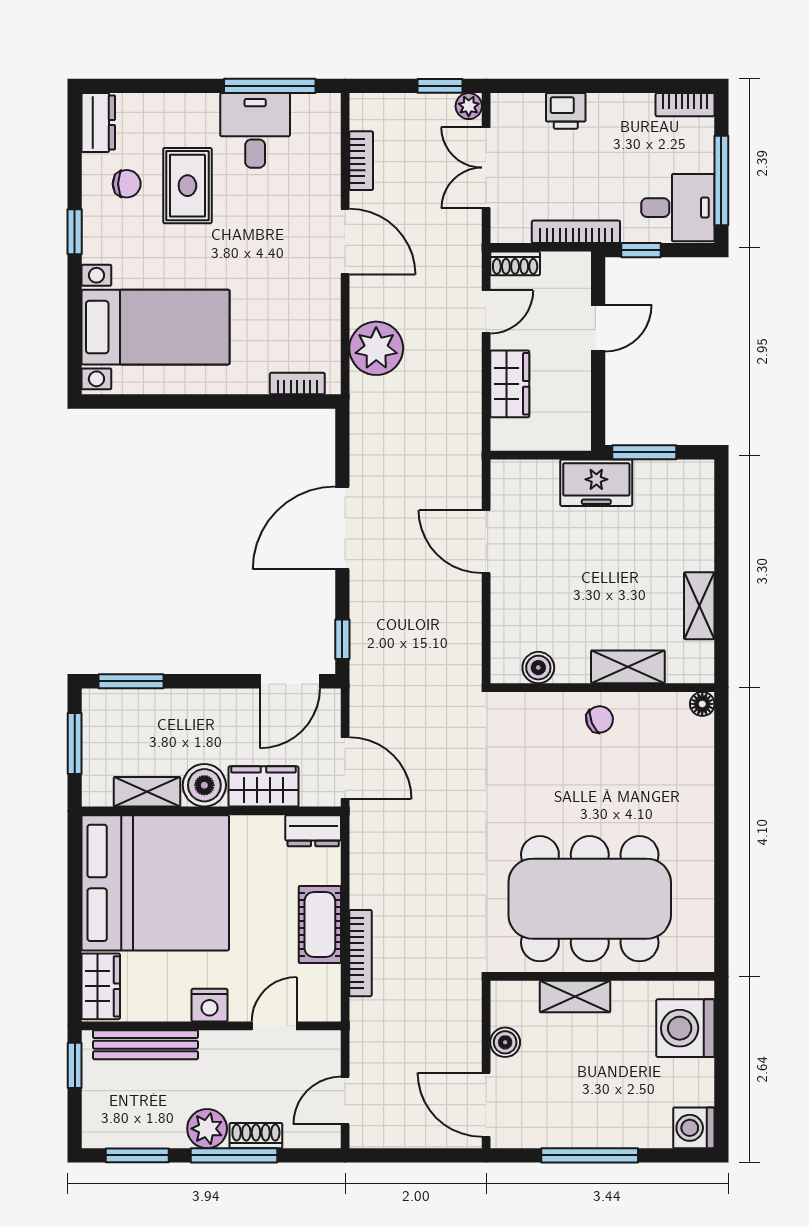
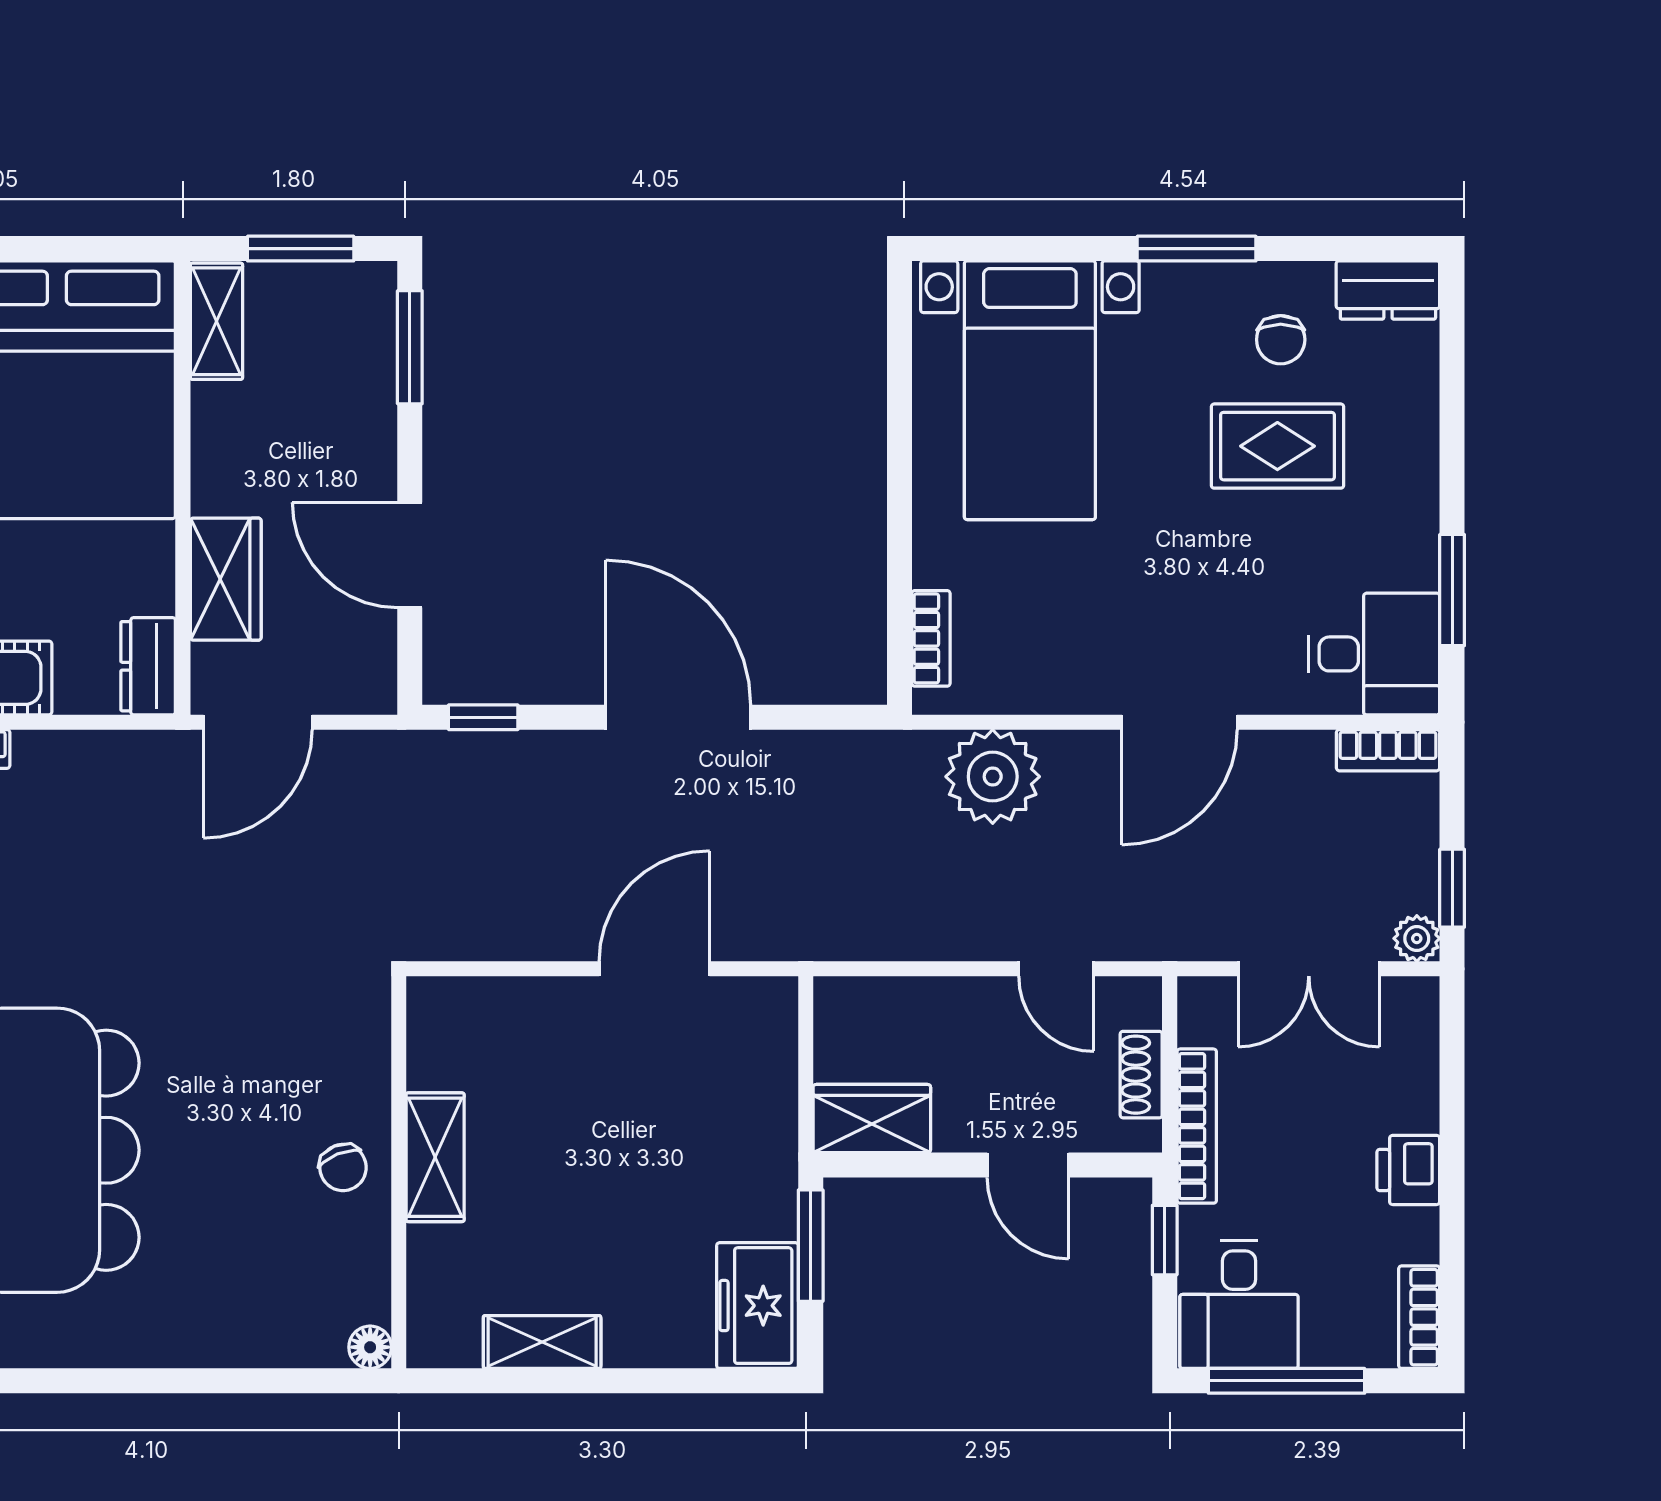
window: (270, 86) -> (1452, 590), width x0.69
printer: (566, 111) -> (1408, 1170), moved
desk: (255, 130) -> (1374, 654), moved
bookcase: (361, 161) -> (1388, 750), moved
double door: (486, 168) -> (1309, 969), swing flipped
window: (75, 232) -> (1197, 249), width x1.50
shoe rack: (515, 263) -> (1141, 1075), moved
wardrobe: (510, 384) -> (872, 1119), moved, turned 180
freezer: (596, 483) -> (757, 1306), moved
shelving: (628, 667) -> (435, 1157), moved
boiler: (538, 668) -> (434, 1060), removed
door: (290, 681) -> (410, 555), moved
boiler: (204, 785) -> (228, 476), removed
shelving: (147, 792) -> (216, 321), moved

